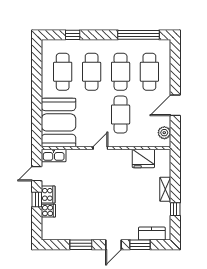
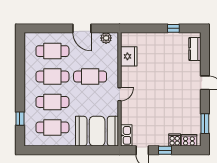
window: (139, 35) -> (20, 61), removed
door: (100, 148) -> (120, 94), swing flipped
shelving: (165, 189) -> (156, 37), removed
cooker: (48, 194) -> (189, 140), moved
window: (81, 245) -> (205, 124), moved
window: (140, 245) -> (205, 59), removed

